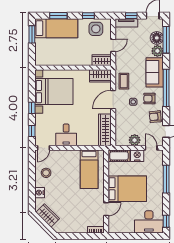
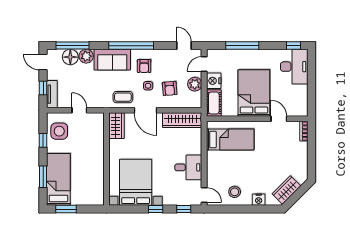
wardrobe: (102, 60) -> (97, 124), removed
armchair: (155, 117) -> (170, 88), moved

